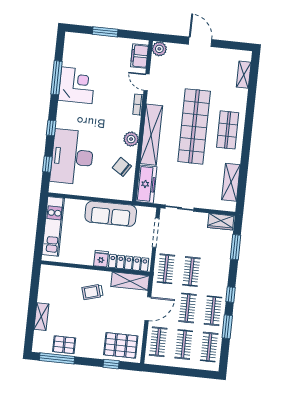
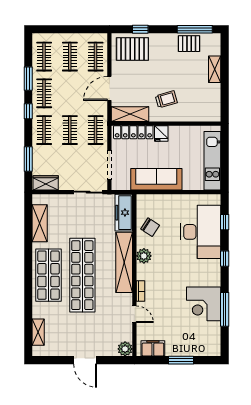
filing cabinet: (139, 56) -> (153, 348), moved, turned -90
shop shelf: (228, 130) -> (48, 275), width x1.43, depth x1.36
clothes rail: (188, 308) -> (44, 130), moved

